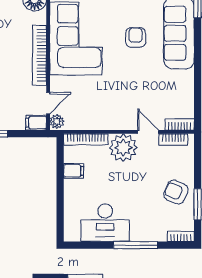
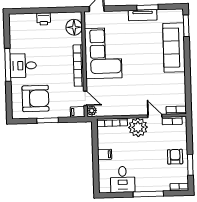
armchair: (136, 37) -> (144, 51), removed
door: (48, 103) -> (85, 98), hinge flipped
filing cabinet: (74, 171) -> (105, 154), moved
armchair: (176, 192) -> (175, 157), turned 67
desk: (105, 223) -> (123, 179), width x0.73

